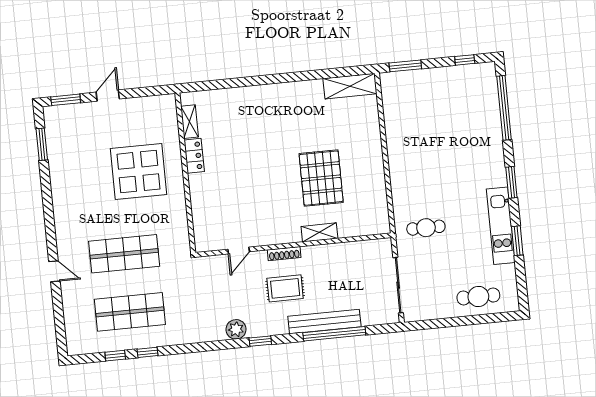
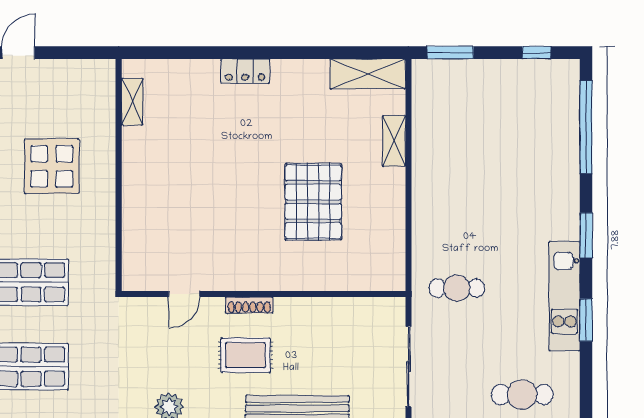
locker: (194, 156) -> (245, 71), moved, turned 90
display table: (139, 172) -> (52, 166), width x0.73, depth x0.73
shelving: (319, 232) -> (394, 141), moved, turned 90

